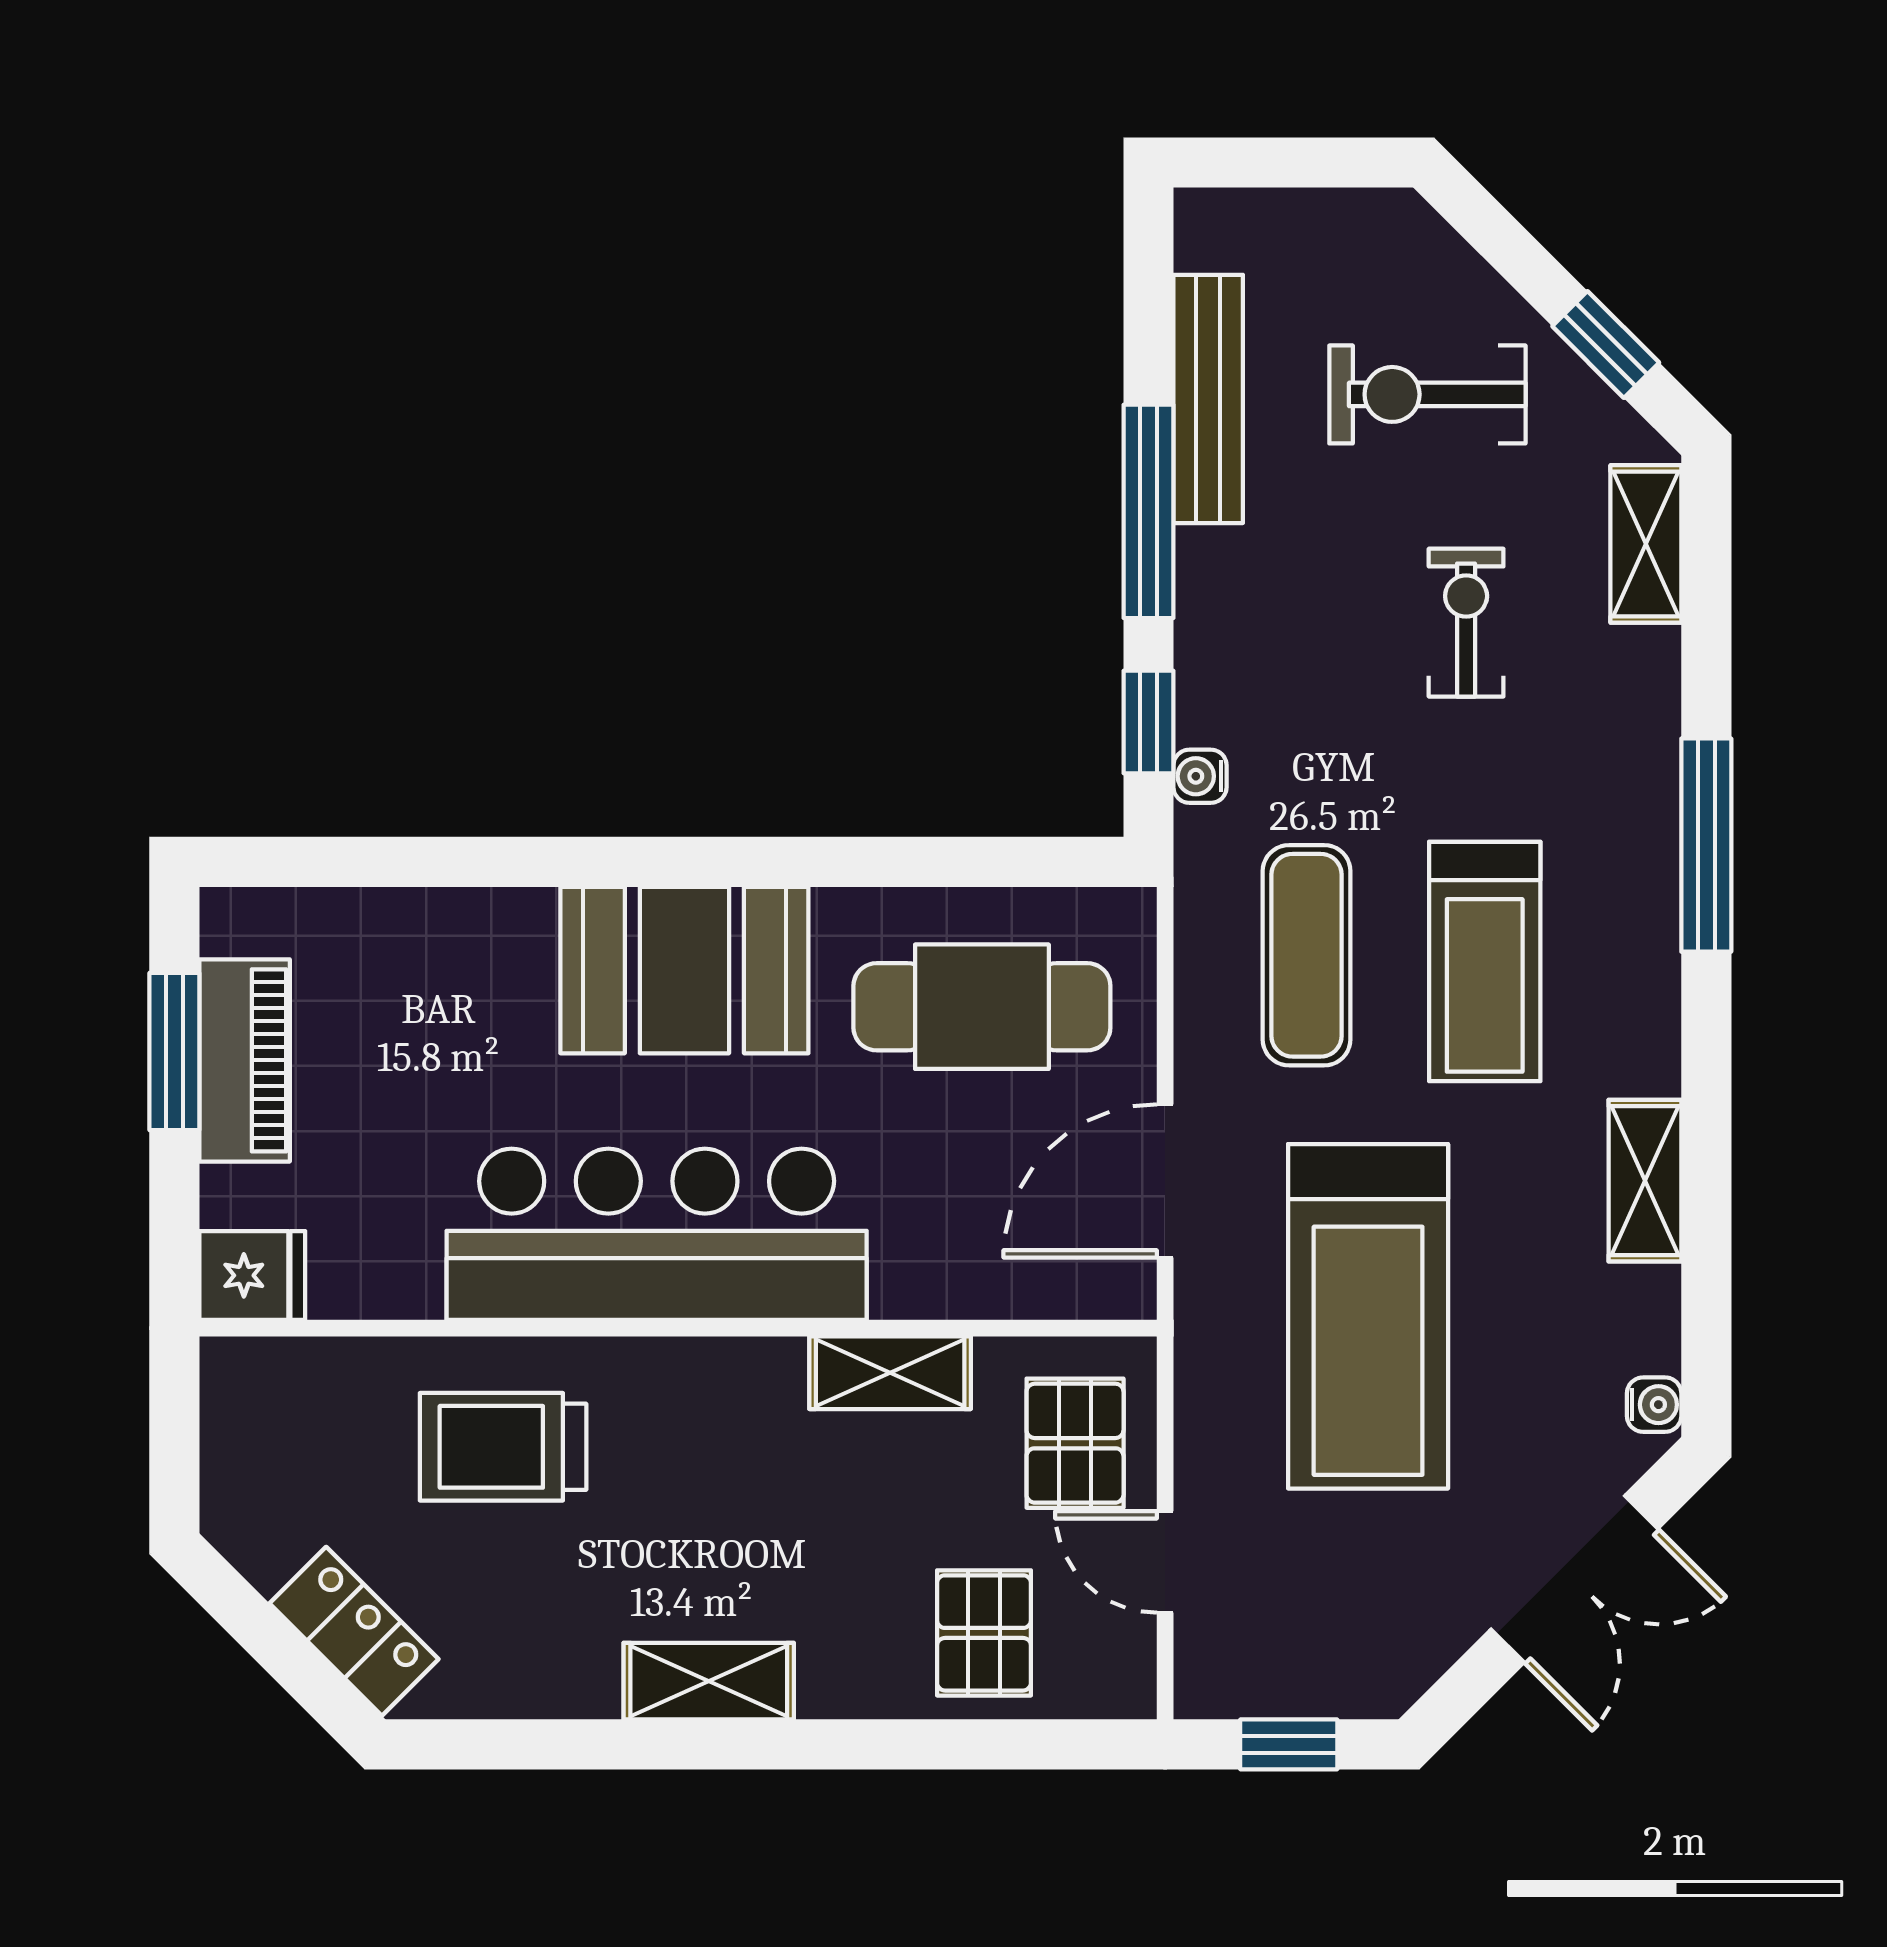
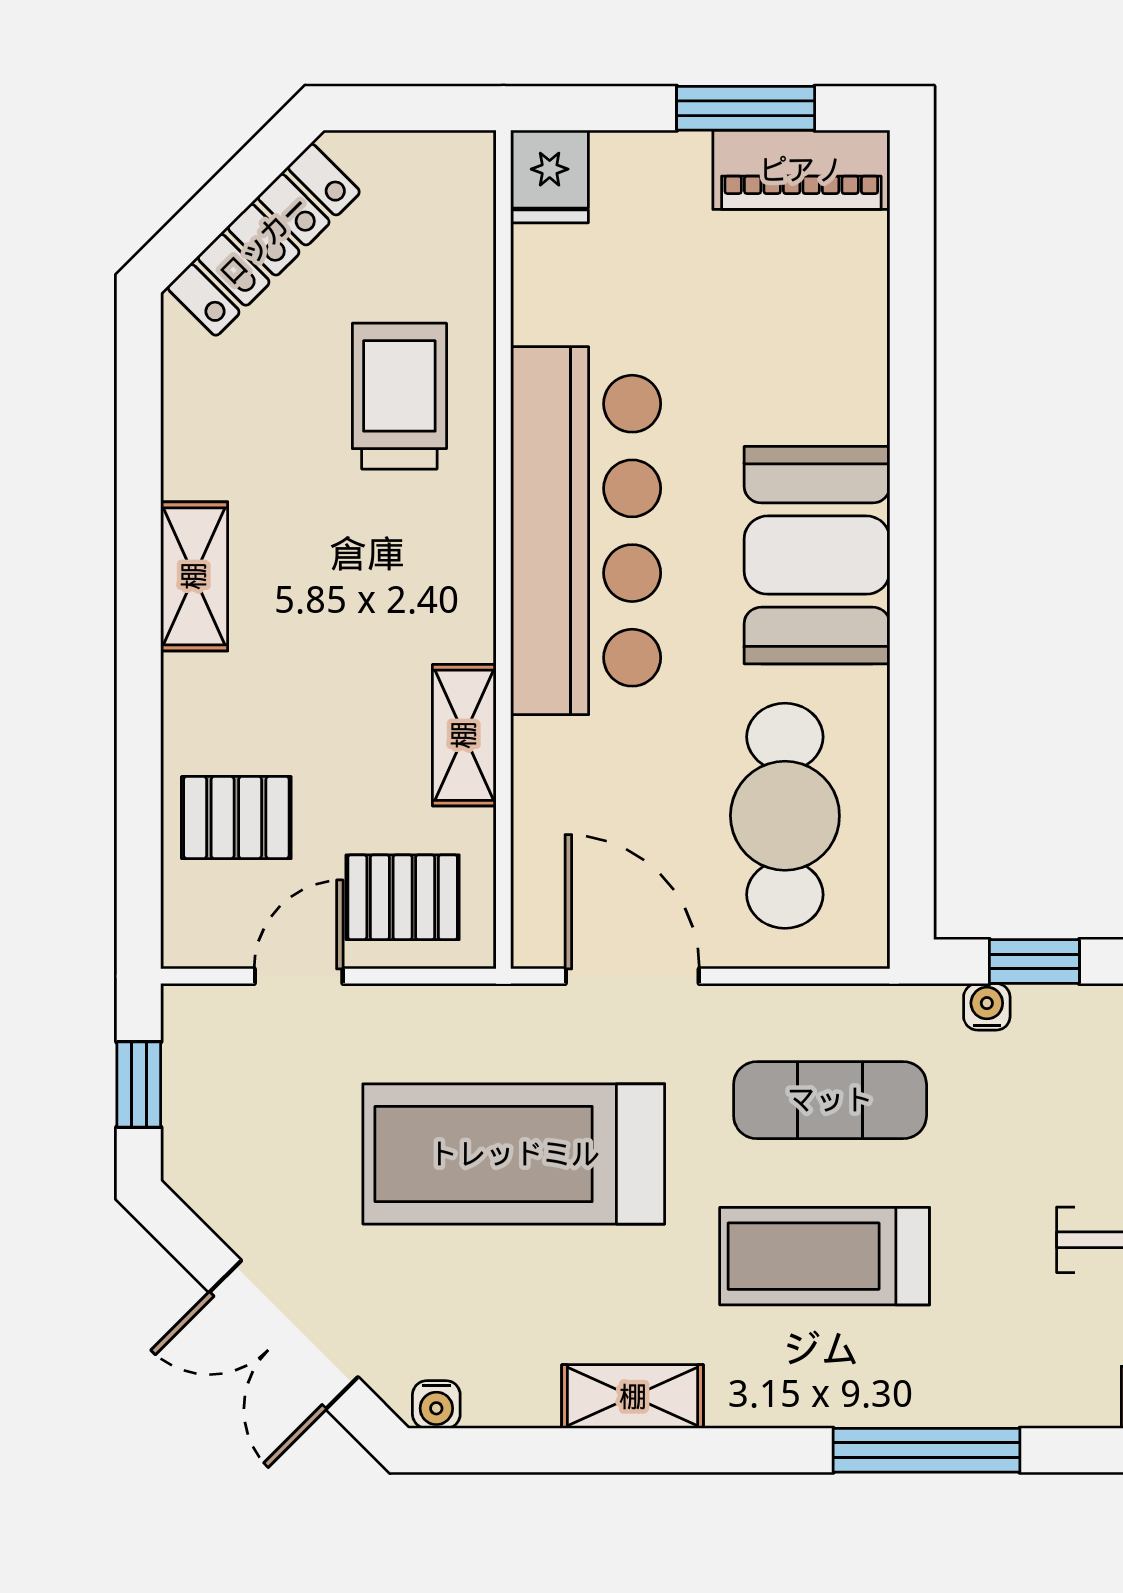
piano: (245, 1060) -> (801, 170), moved
locker: (354, 1631) -> (264, 240), width x1.53

